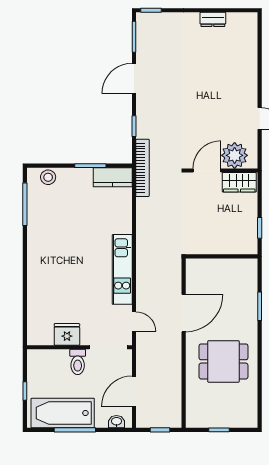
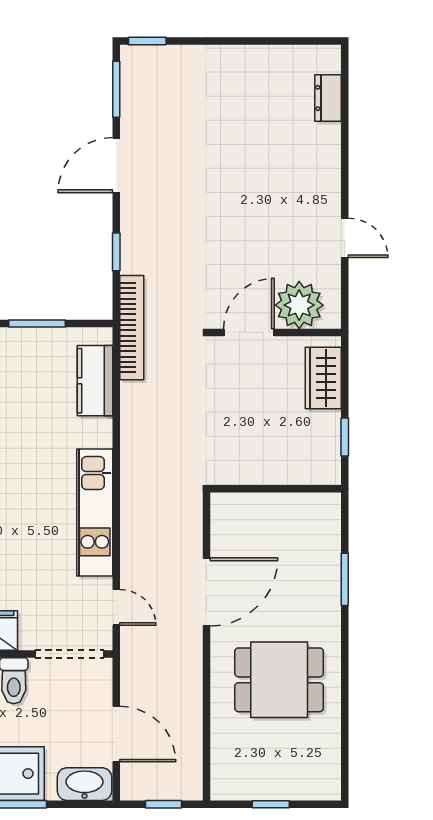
dresser: (213, 19) -> (328, 98), moved, turned 90
kitchen counter: (113, 177) -> (95, 381), moved, turned 90
wardrobe: (239, 182) -> (323, 378), moved, turned 90
door: (134, 391) -> (116, 734), swing flipped
washbasin: (116, 422) -> (84, 784), width x1.91, depth x1.45

